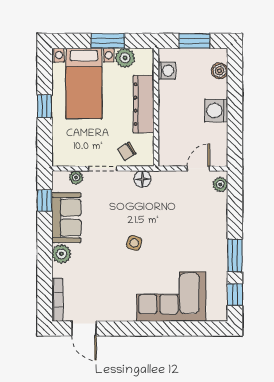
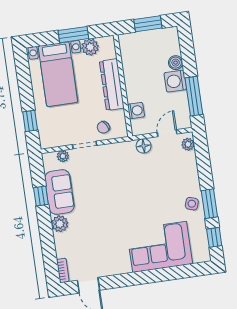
washing machine: (167, 71) -> (136, 111), moved
boiler: (220, 71) -> (176, 63), moved
window: (45, 106) -> (30, 121), moved
window: (235, 131) -> (194, 96), added
floor lamp: (142, 179) -> (144, 146), moved
window: (45, 201) -> (41, 196), moved
side table: (134, 243) -> (192, 204), moved
bookcase: (57, 300) -> (63, 270), width x0.64

